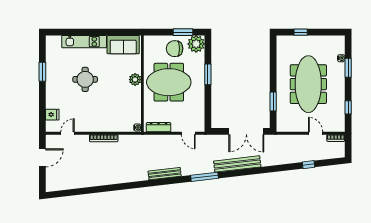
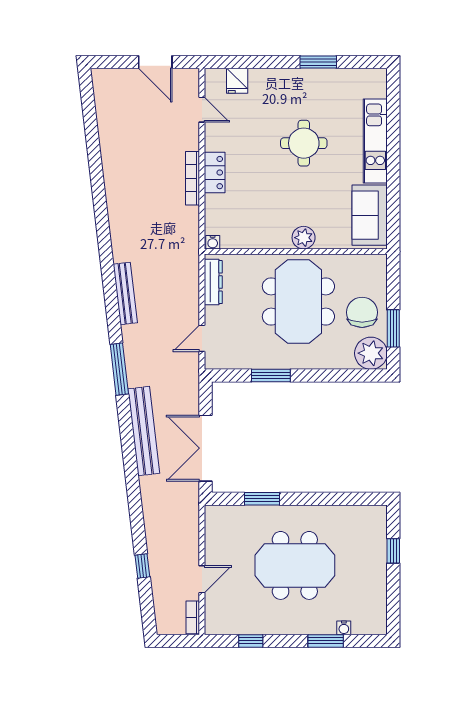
window: (208, 74) -> (271, 376), moved
meeting table: (308, 84) -> (295, 565), width x0.73
locker: (101, 126) -> (215, 173), added

